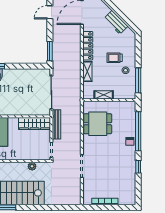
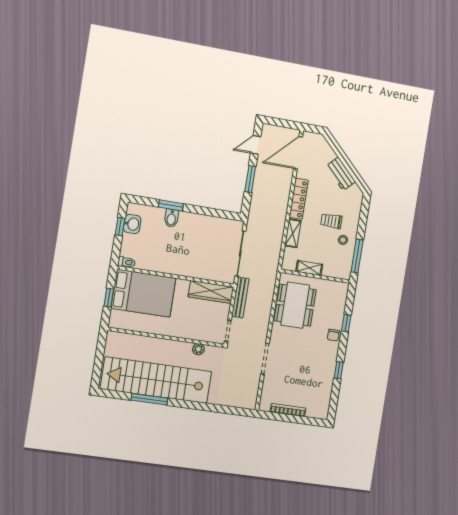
window: (50, 51) -> (250, 179), moved
dining table: (98, 124) -> (295, 305), width x1.38
window: (138, 131) -> (346, 323), width x0.32

